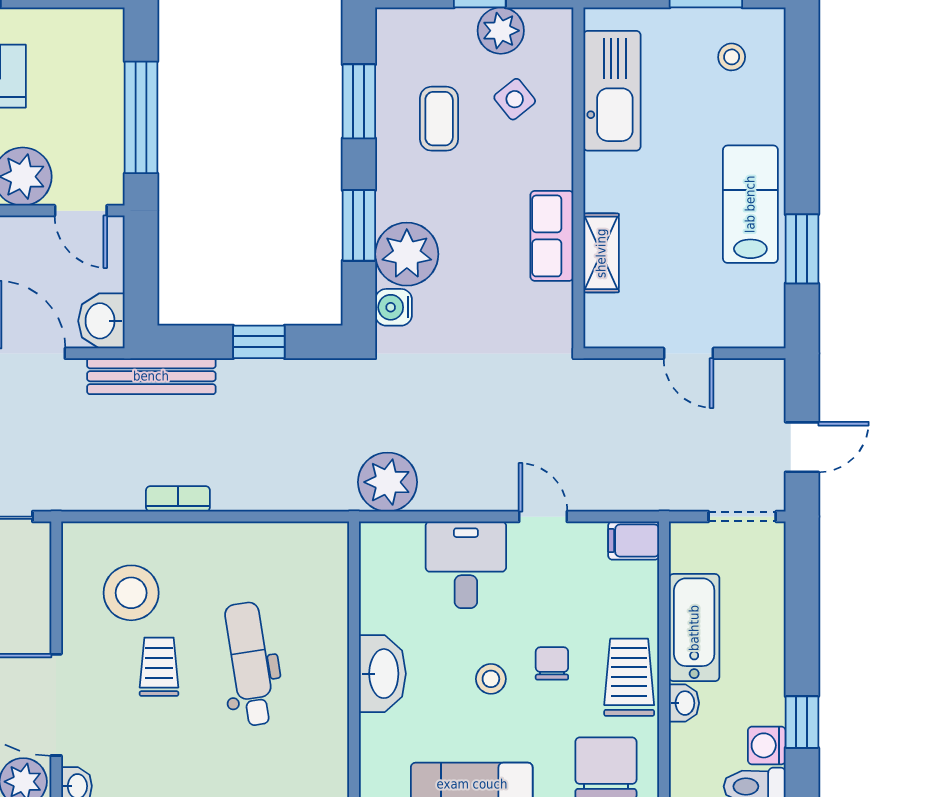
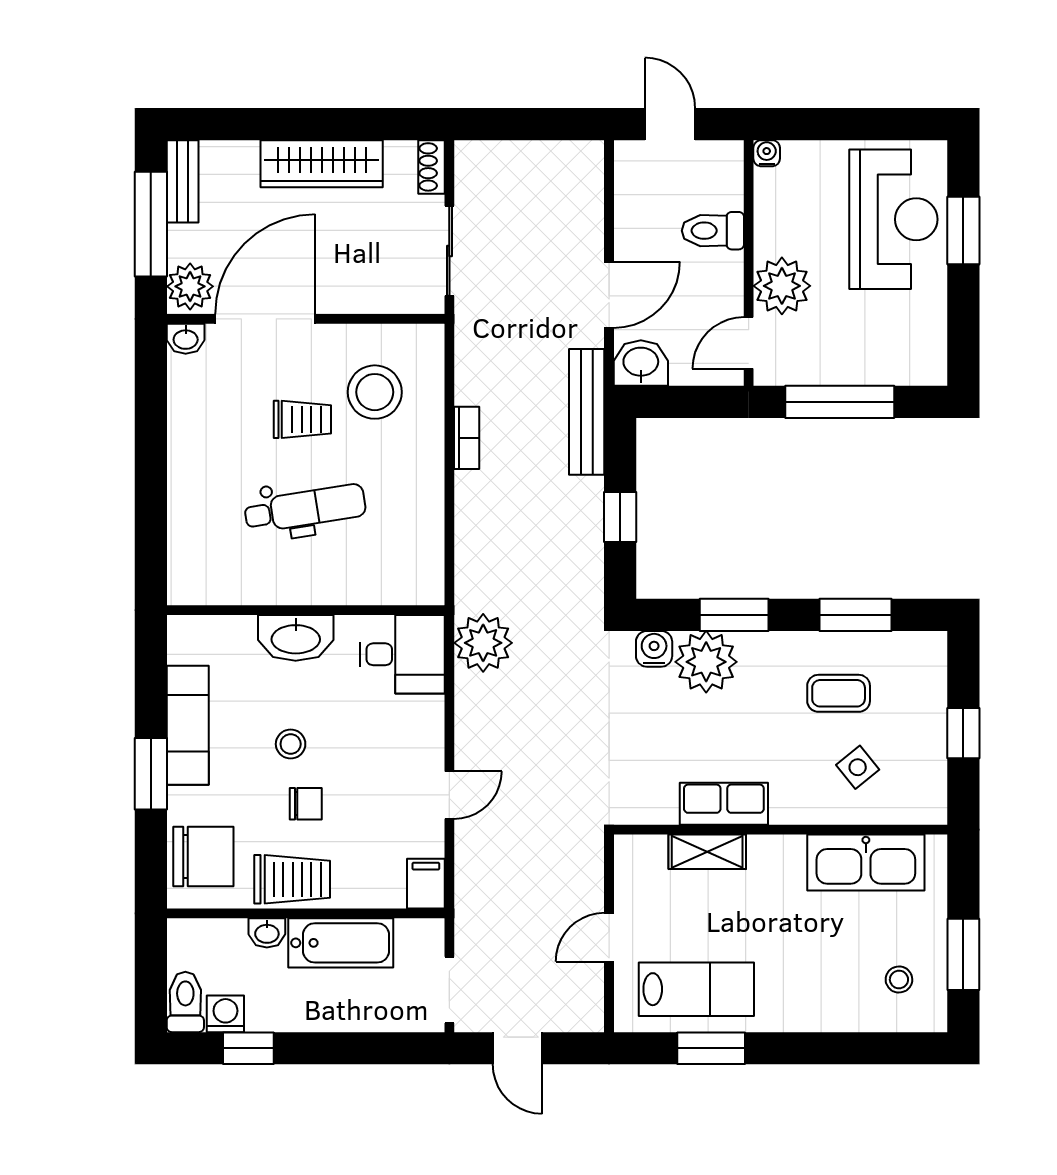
plant: (501, 31) -> (925, 754), removed
lab bench: (750, 204) -> (696, 989), moved
desk: (466, 565) -> (402, 654), moved

